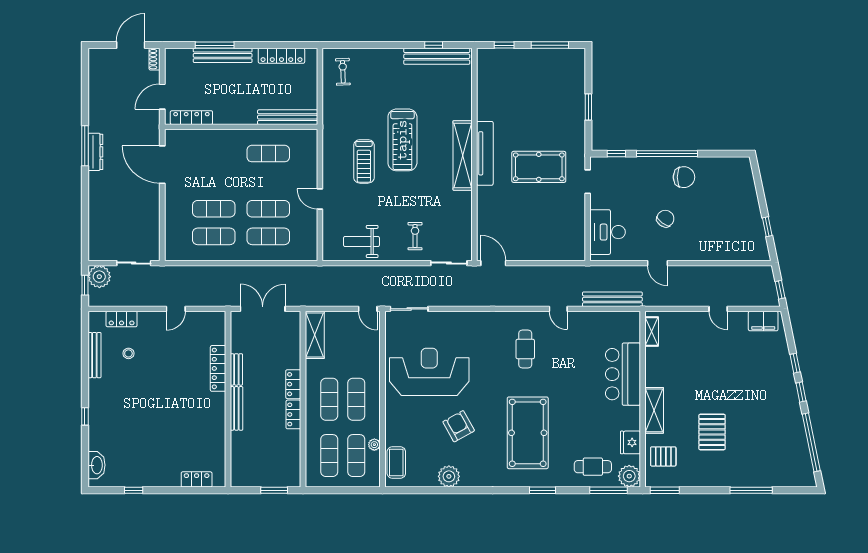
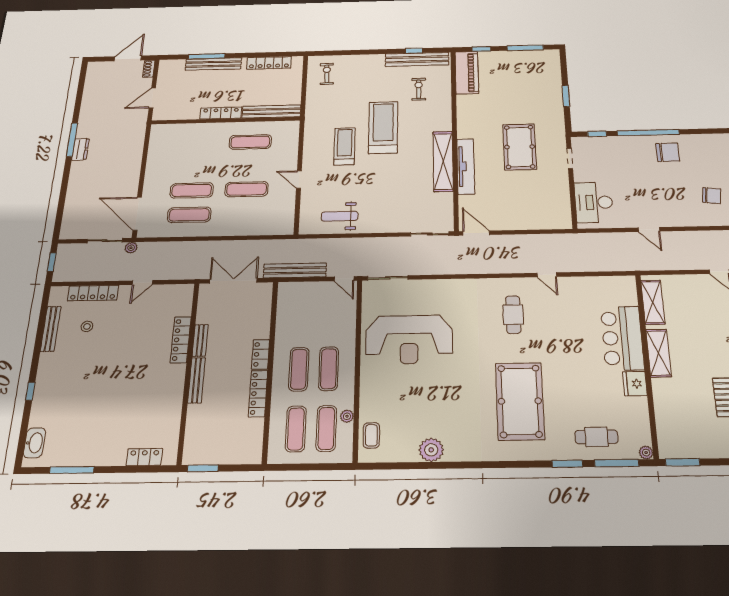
piano: (488, 75) -> (467, 73), added
locker: (191, 118) -> (221, 113), moved
treadmill: (402, 140) -> (383, 127), turned 180
dresser: (95, 152) -> (81, 149), width x0.70
tv unit: (485, 153) -> (466, 166), moved
shelving: (463, 155) -> (443, 161), moved
treadmill: (364, 161) -> (345, 146), turned 180
door: (162, 165) -> (137, 214), moved
pool table: (539, 167) -> (520, 147), turned 90
chair: (665, 219) -> (712, 196), moved, turned 61
exercise mat: (268, 236) -> (245, 214), removed
exercise bike: (415, 236) -> (419, 89), moved
plant: (99, 277) -> (131, 248), moved, width x0.53, depth x0.53
bench: (612, 299) -> (295, 270), moved
locker: (122, 319) -> (93, 293), width x1.53
shelving: (652, 332) -> (653, 302), width x1.50, depth x1.33
shelving: (315, 335) -> (287, 305), removed
reception desk: (429, 372) -> (409, 339), turned 180
shelving: (654, 410) -> (659, 353), moved
locker: (293, 414) -> (258, 394), width x1.53
armchair: (459, 426) -> (442, 395), removed
fridge: (630, 442) -> (635, 384), moved
pallet: (663, 456) -> (677, 424), removed
coffee table: (396, 463) -> (371, 435), width x0.73, depth x0.77
plant: (629, 476) -> (646, 453), width x0.53, depth x0.53
window: (134, 490) -> (72, 470), width x2.17
window: (274, 490) -> (203, 468), moved
window: (542, 490) -> (567, 464), moved

